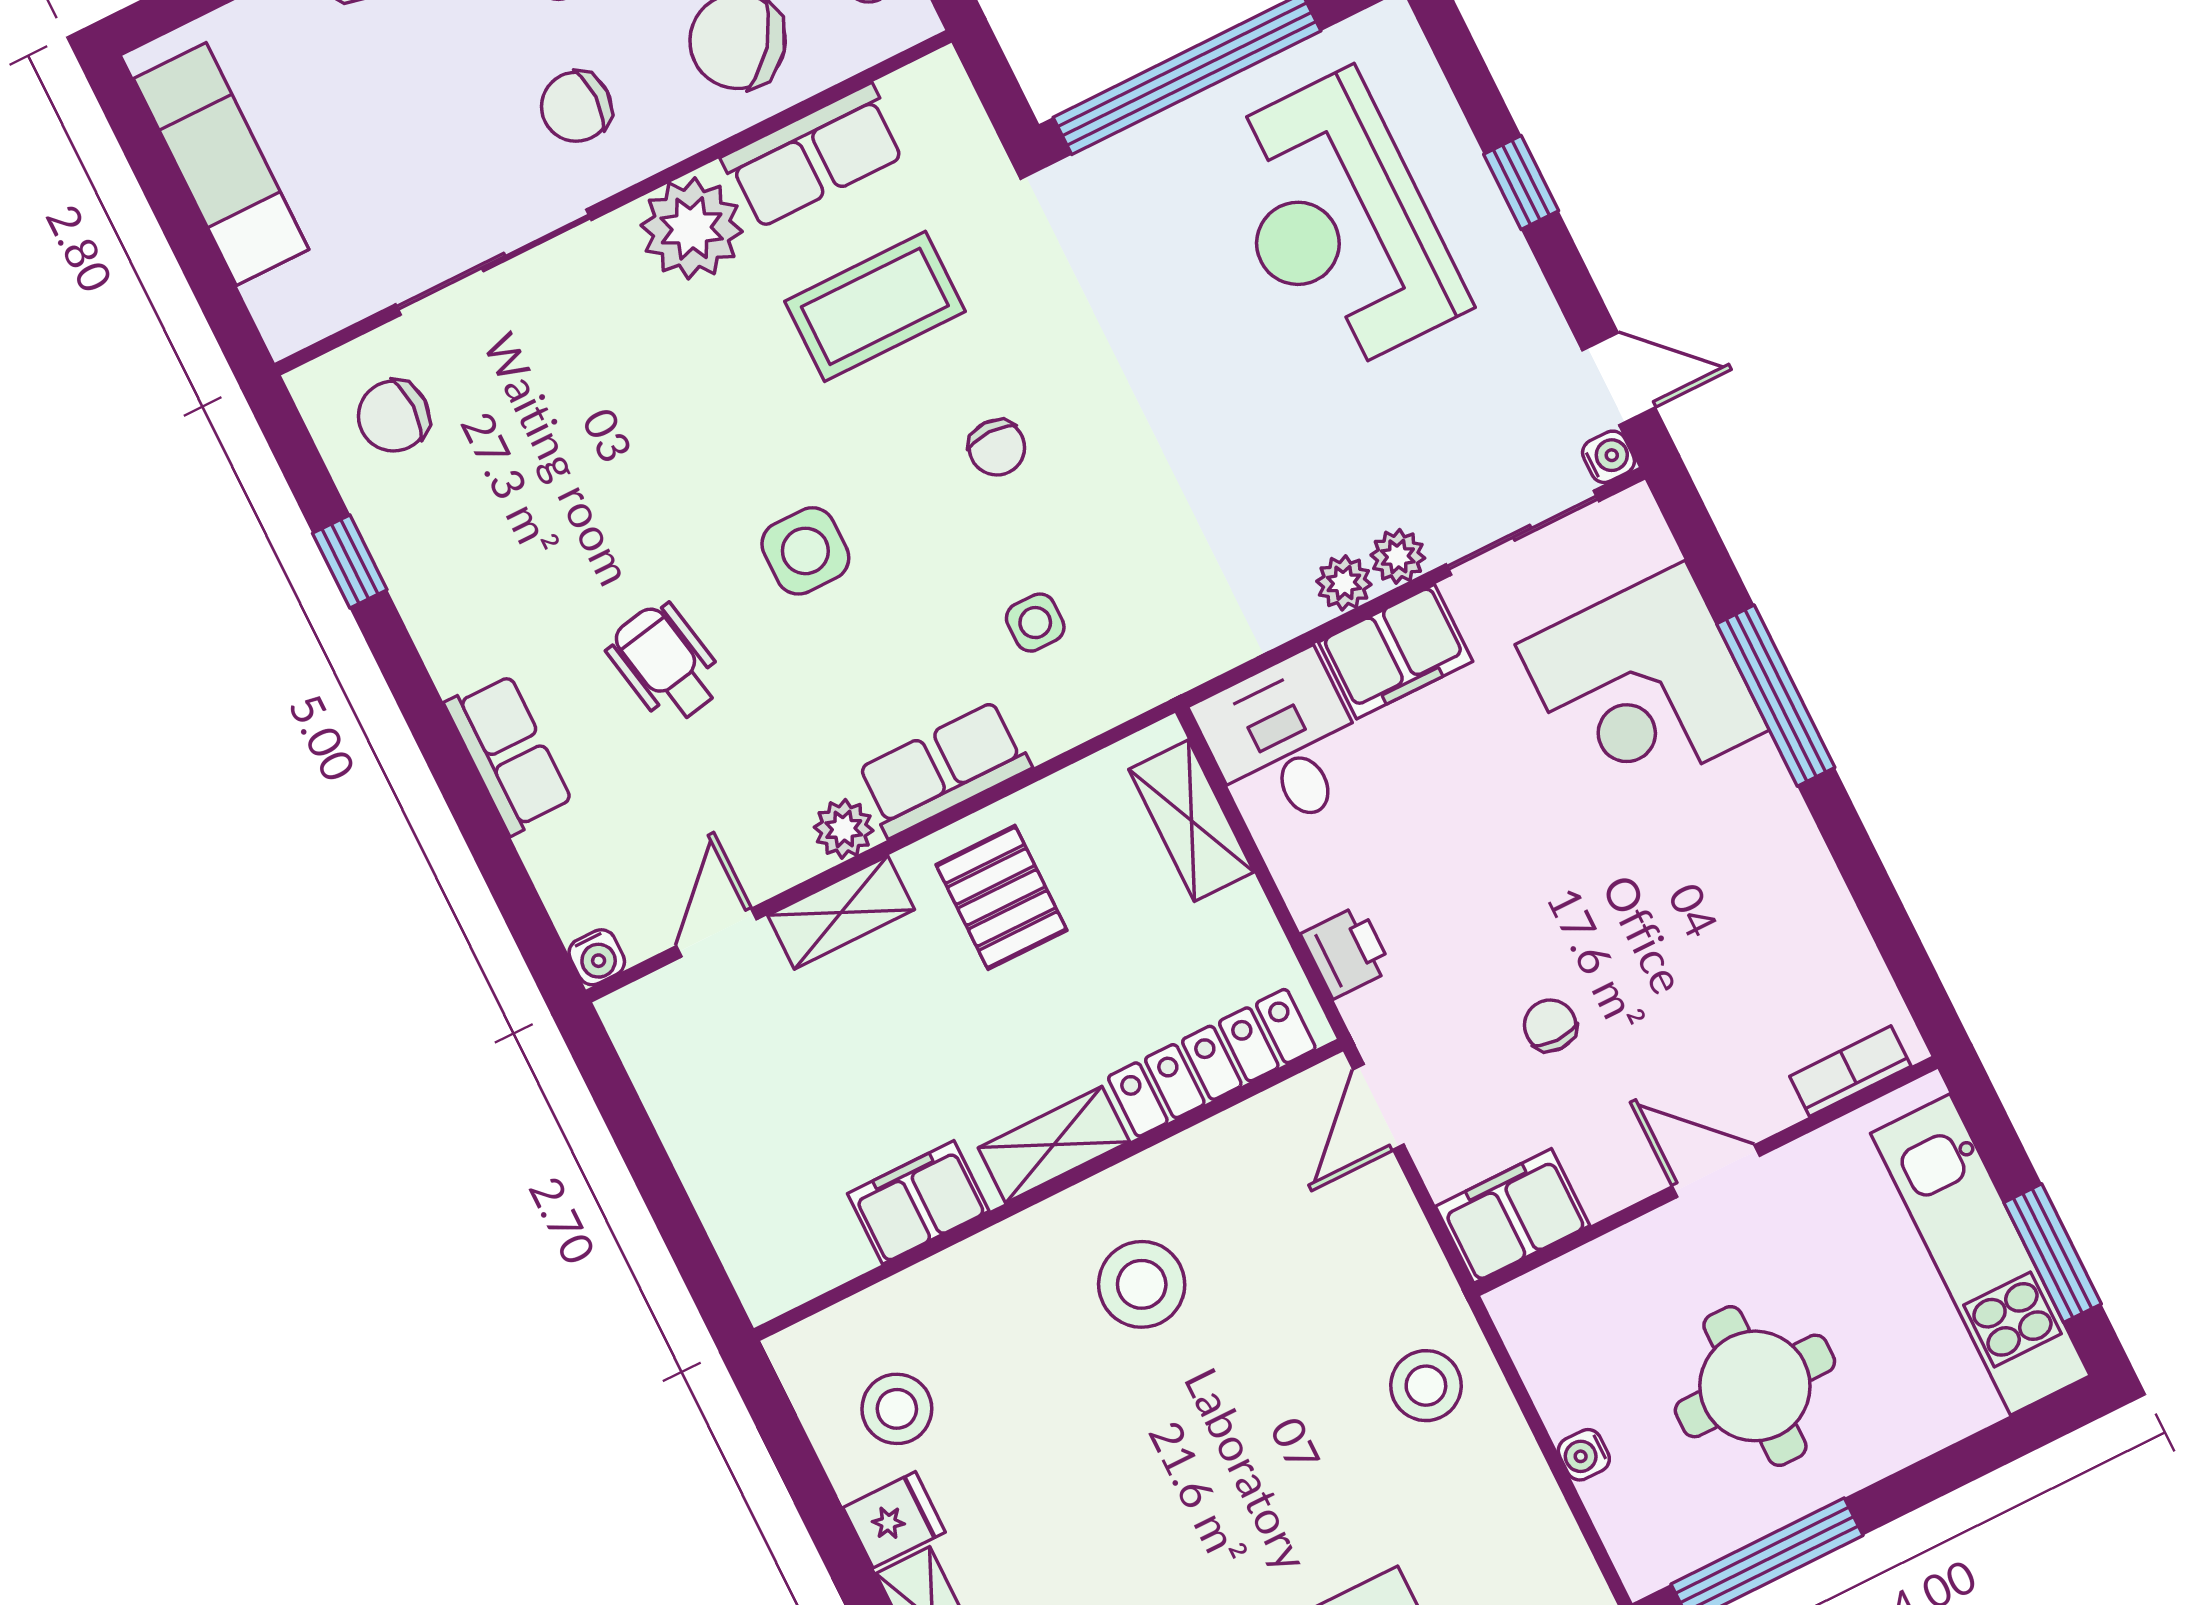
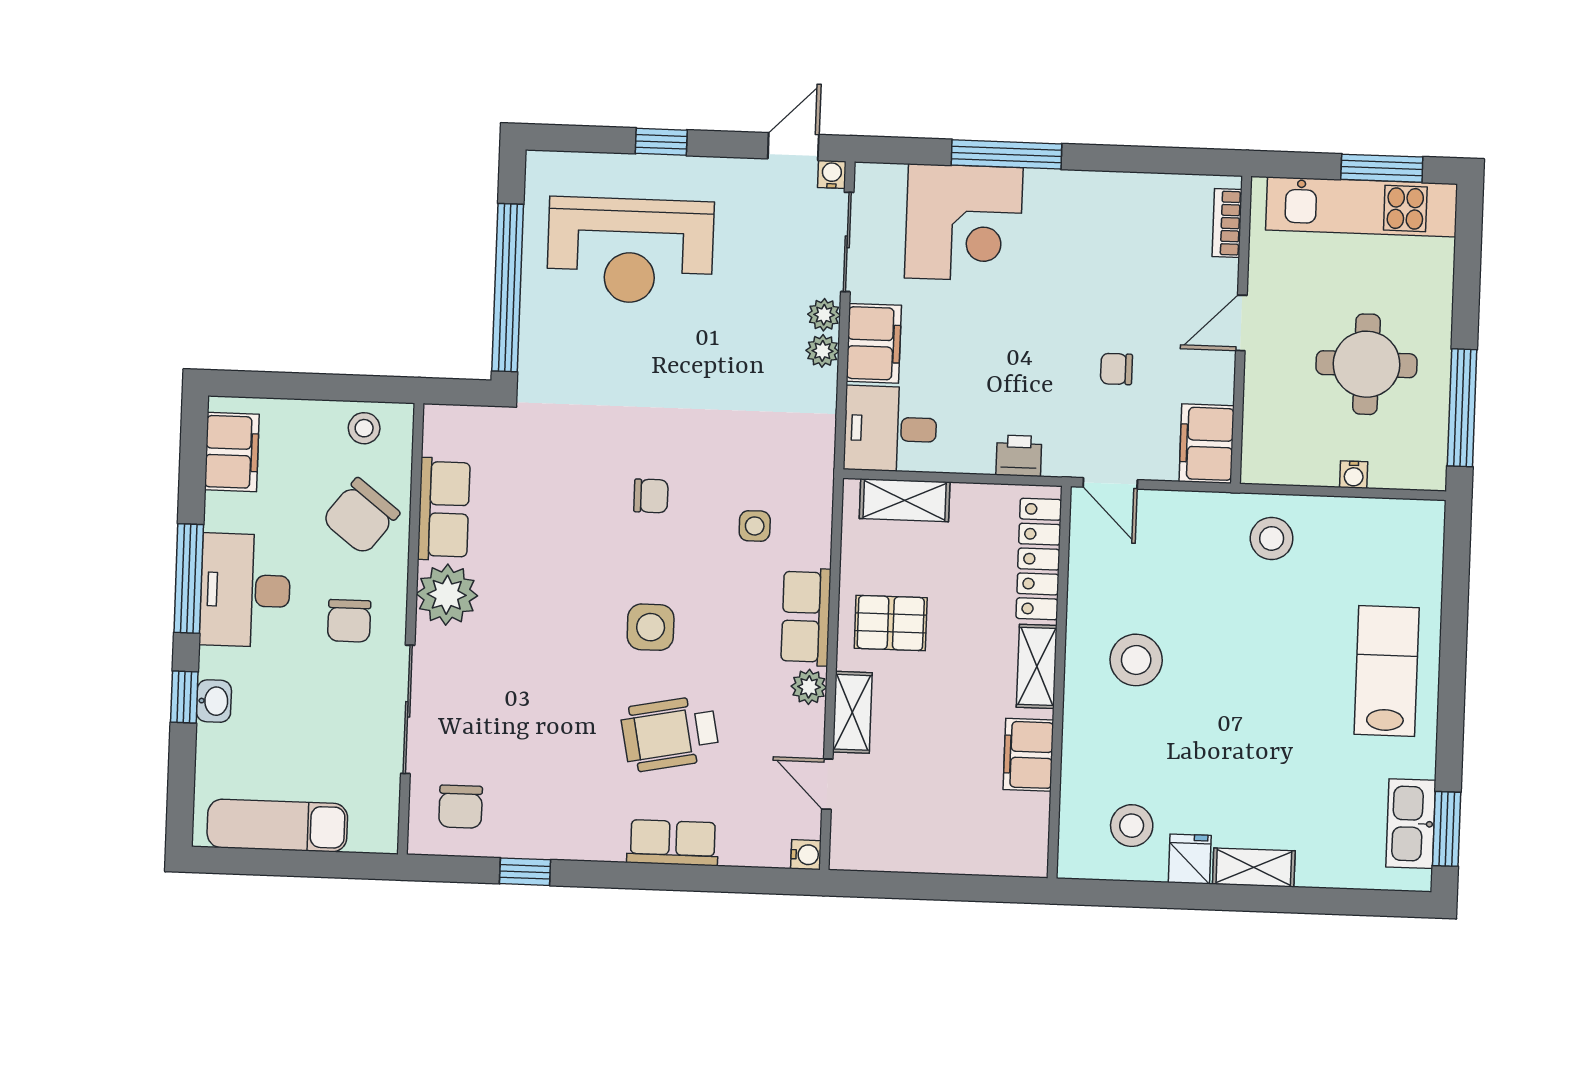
coffee table: (875, 306) -> (541, 520), removed
wheelchair: (666, 663) -> (670, 734), width x1.36, depth x1.37

